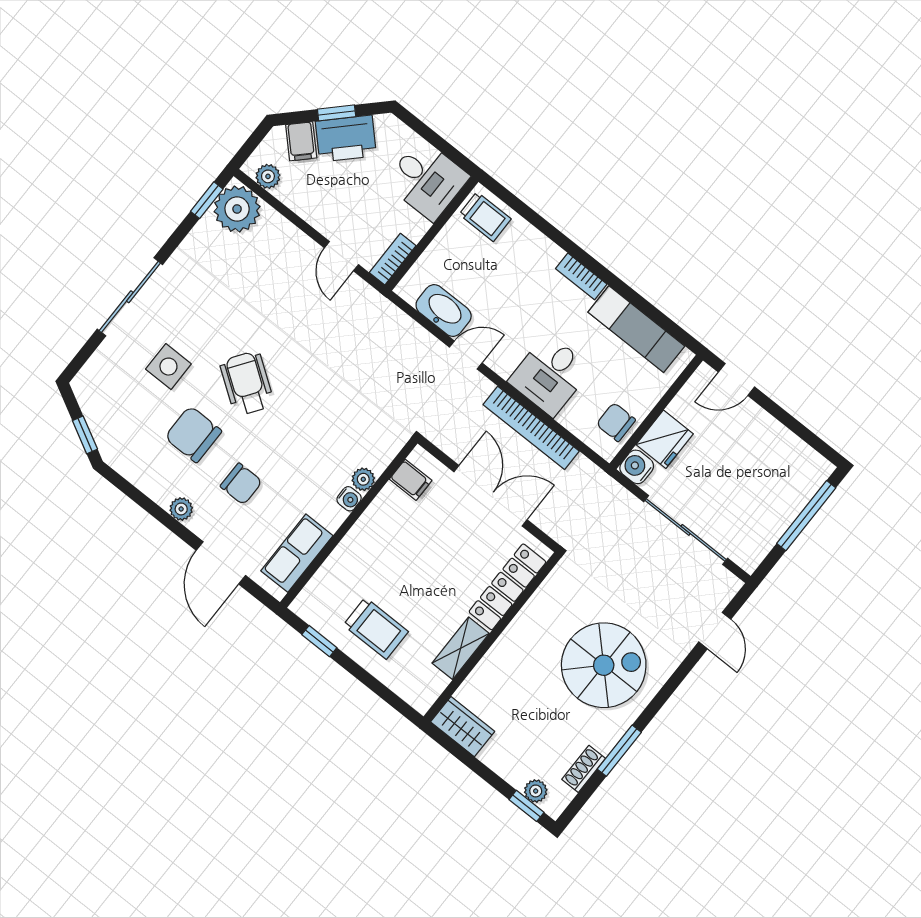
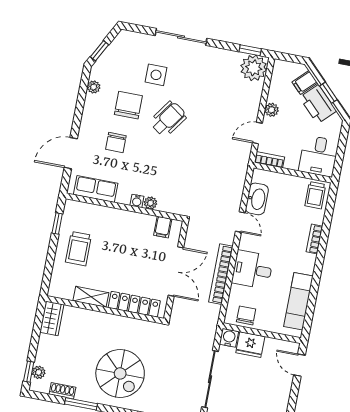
plant: (268, 176) -> (272, 110), moved
bookcase: (581, 276) -> (314, 239), moved
plant: (181, 509) -> (94, 87), moved

